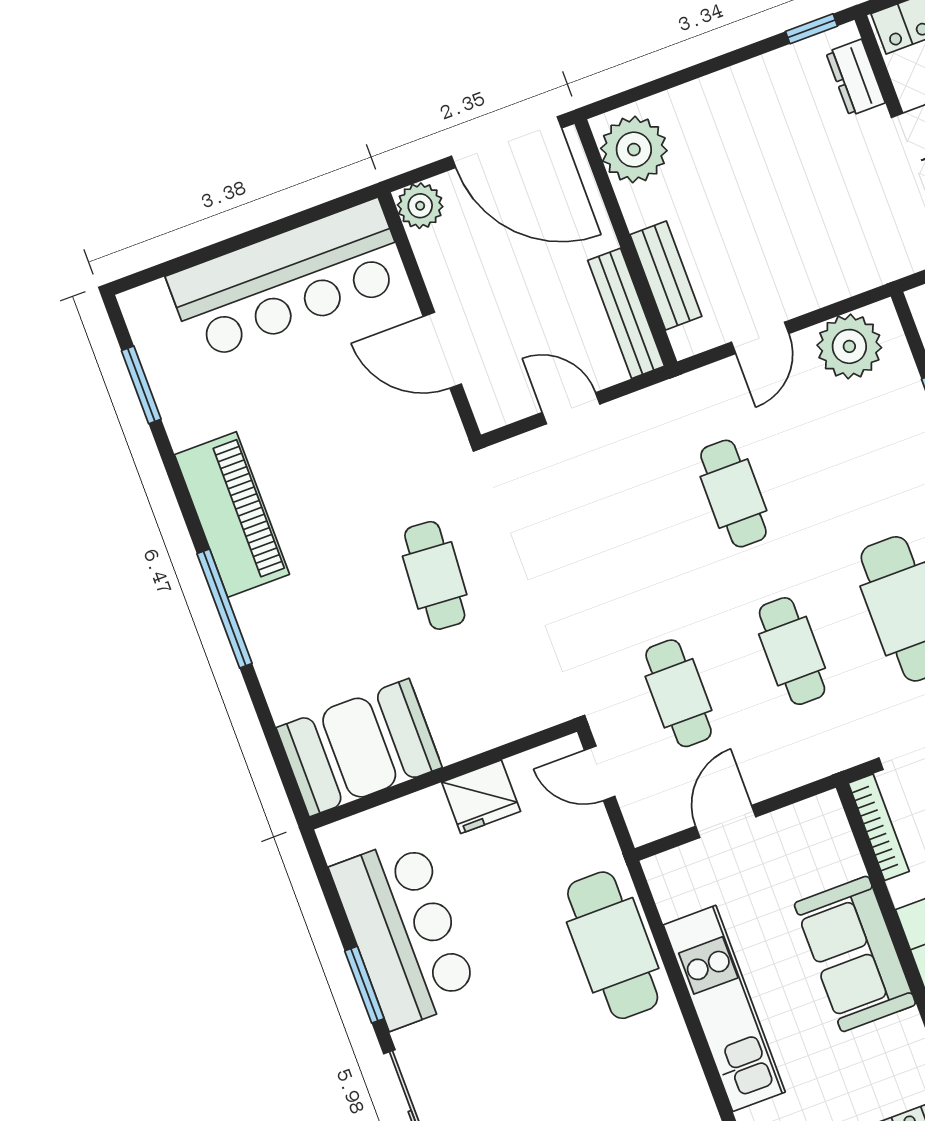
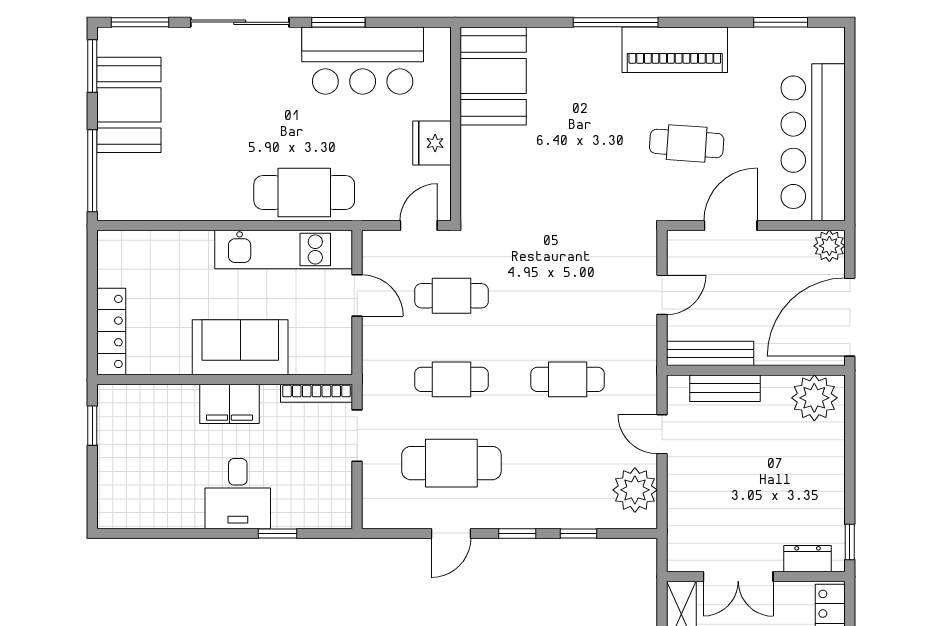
cafe table: (435, 575) -> (687, 143), moved
kitchen unit: (724, 1008) -> (284, 249), moved

